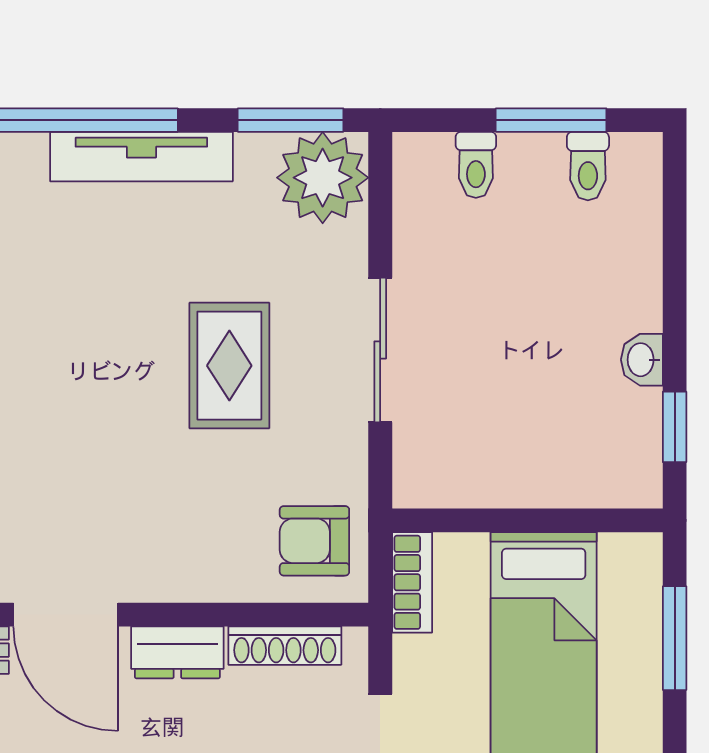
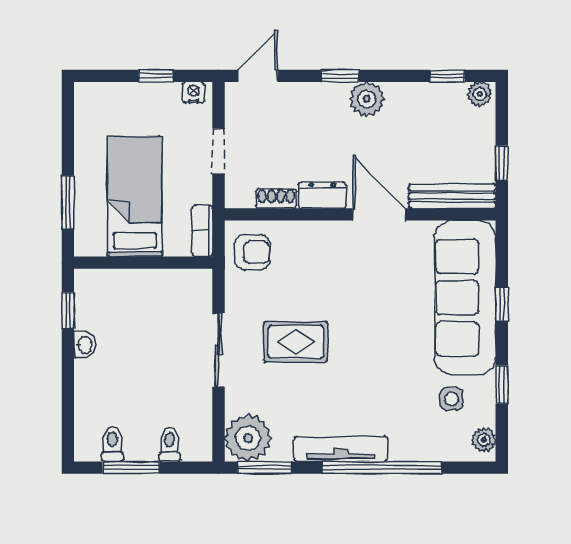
rug: (229, 366) -> (296, 342), turned 90
shoe rack: (285, 646) -> (276, 199), width x0.70

